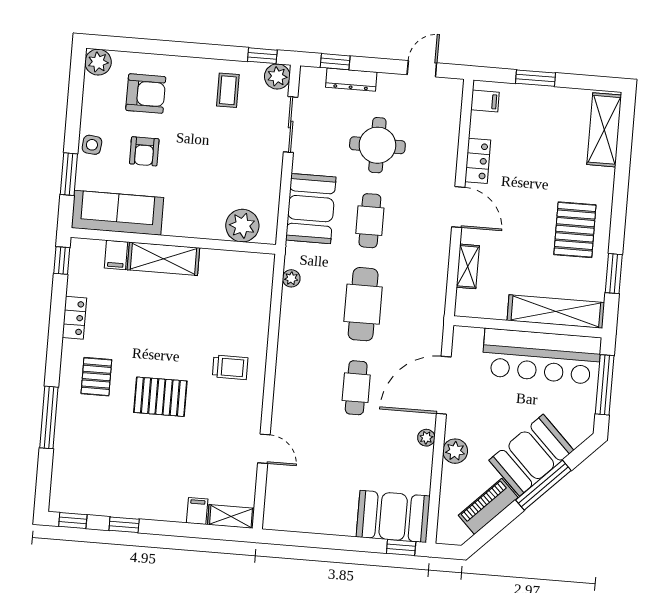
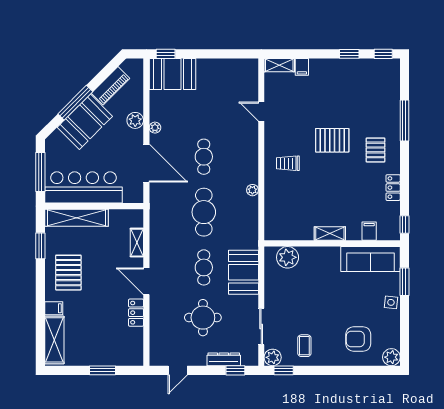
filing cabinet: (485, 101) -> (54, 308), moved, turned 180
armchair: (144, 151) -> (356, 301), removed
shelving: (163, 259) -> (330, 233), width x0.67, depth x0.75
plant: (291, 278) -> (252, 190), moved
door: (444, 385) -> (146, 163), hinge flipped

